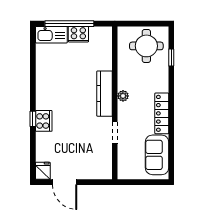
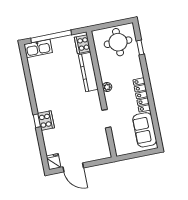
cooker: (78, 34) -> (82, 44), moved, turned 90
kitchen counter: (105, 94) -> (88, 72), moved

